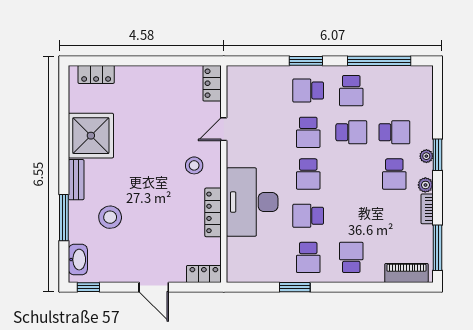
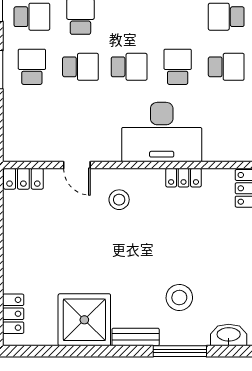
school desk: (308, 91) -> (32, 67), turned 180
locker: (213, 212) -> (184, 178), width x0.66
school desk: (308, 216) -> (178, 67), turned 180

